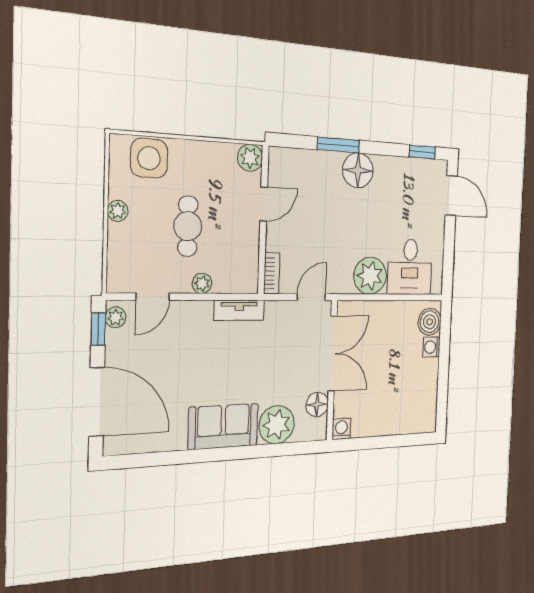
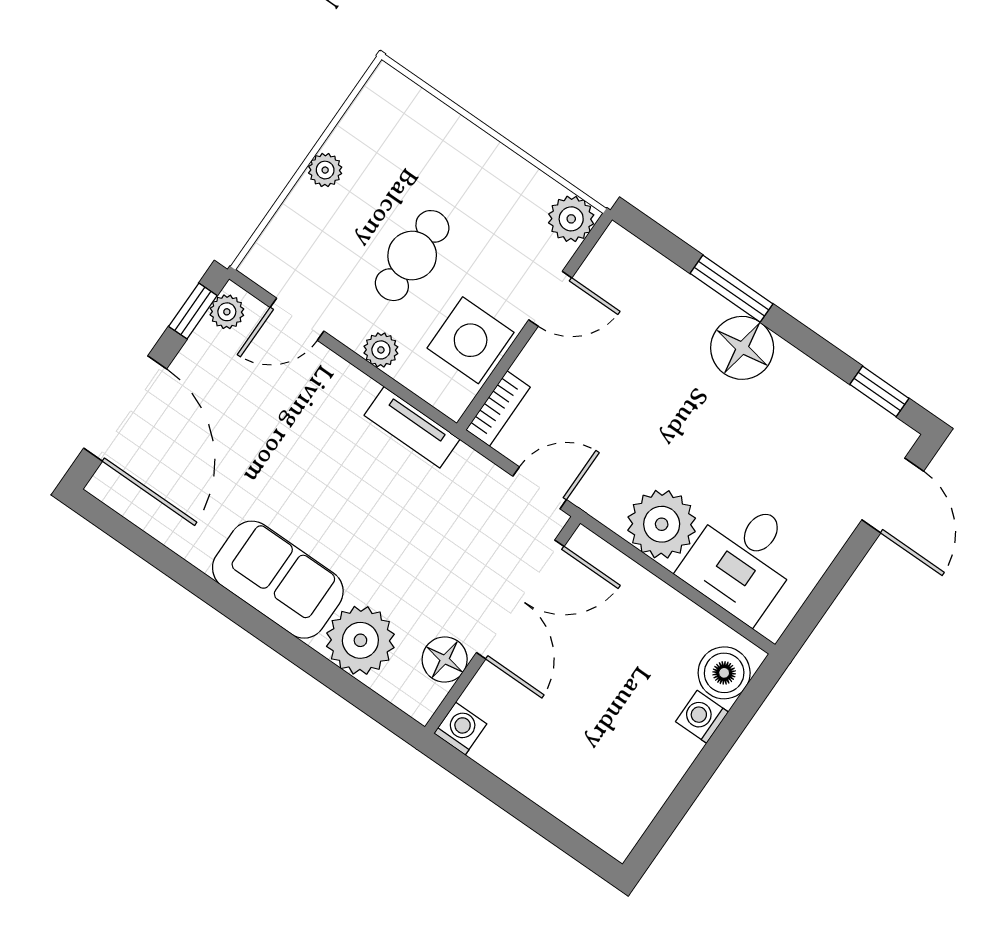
side table: (149, 158) -> (471, 340), moved

